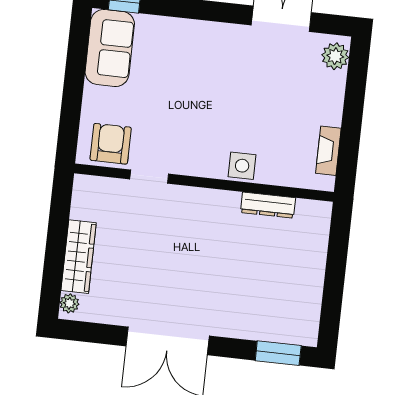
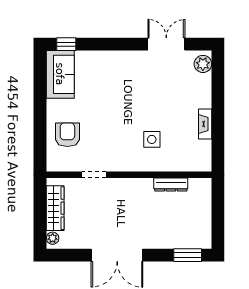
doorway: (149, 177) -> (94, 175), moved
wall: (204, 183) -> (129, 175), moved
dresser: (268, 205) -> (171, 185), moved

